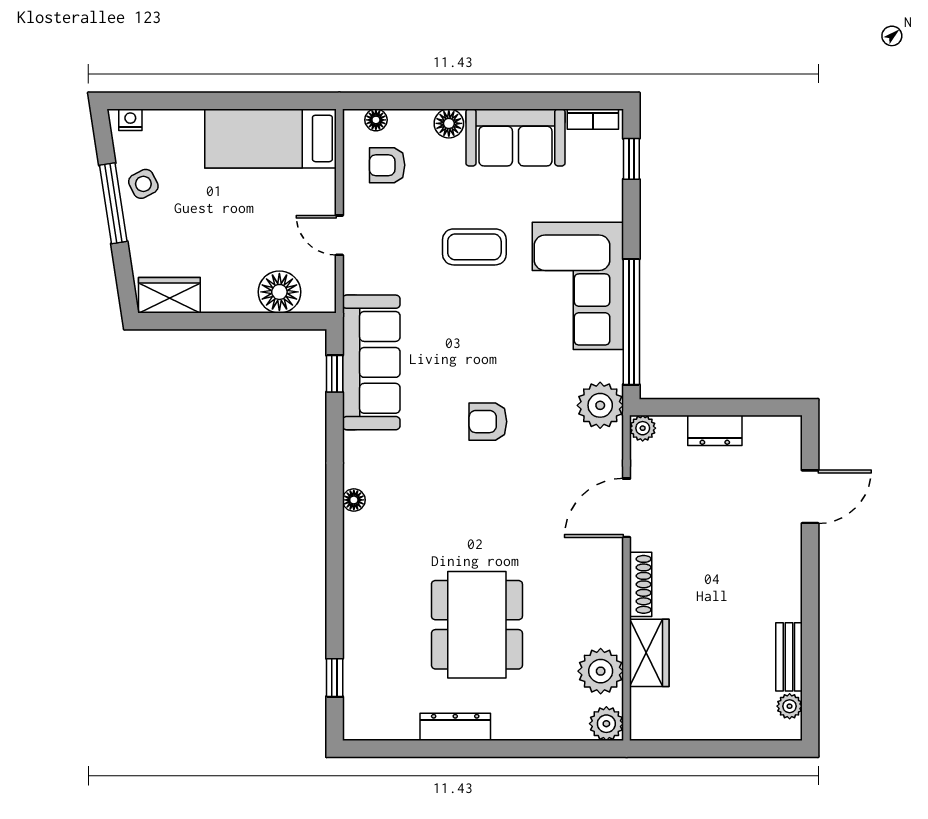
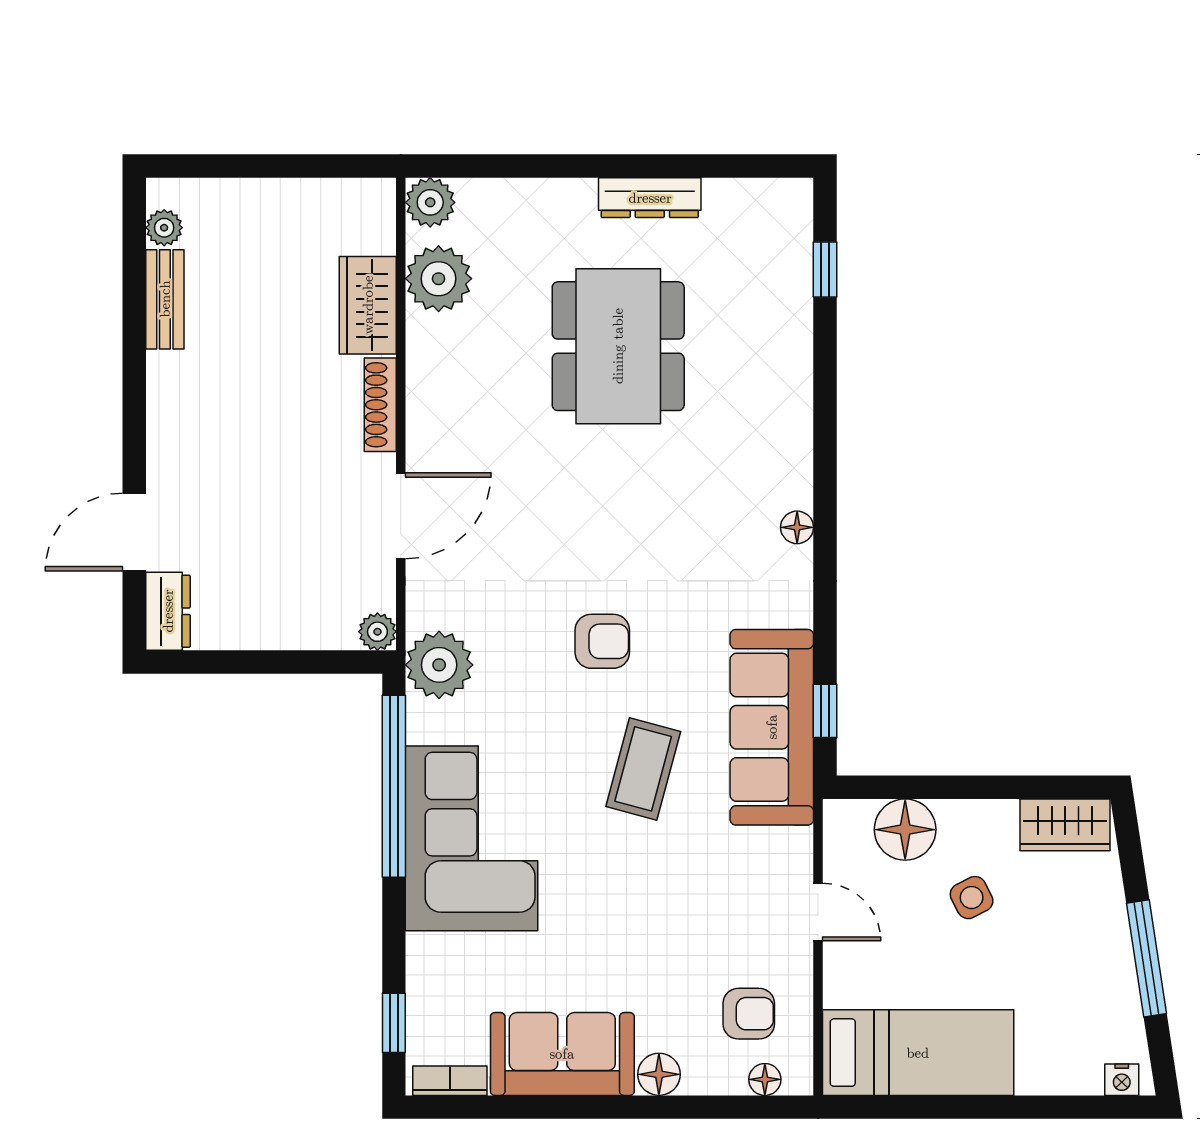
side table: (143, 184) -> (972, 898), moved
coffee table: (474, 247) -> (643, 769), moved, turned -75
dresser: (715, 430) -> (168, 611), moved, turned 90

